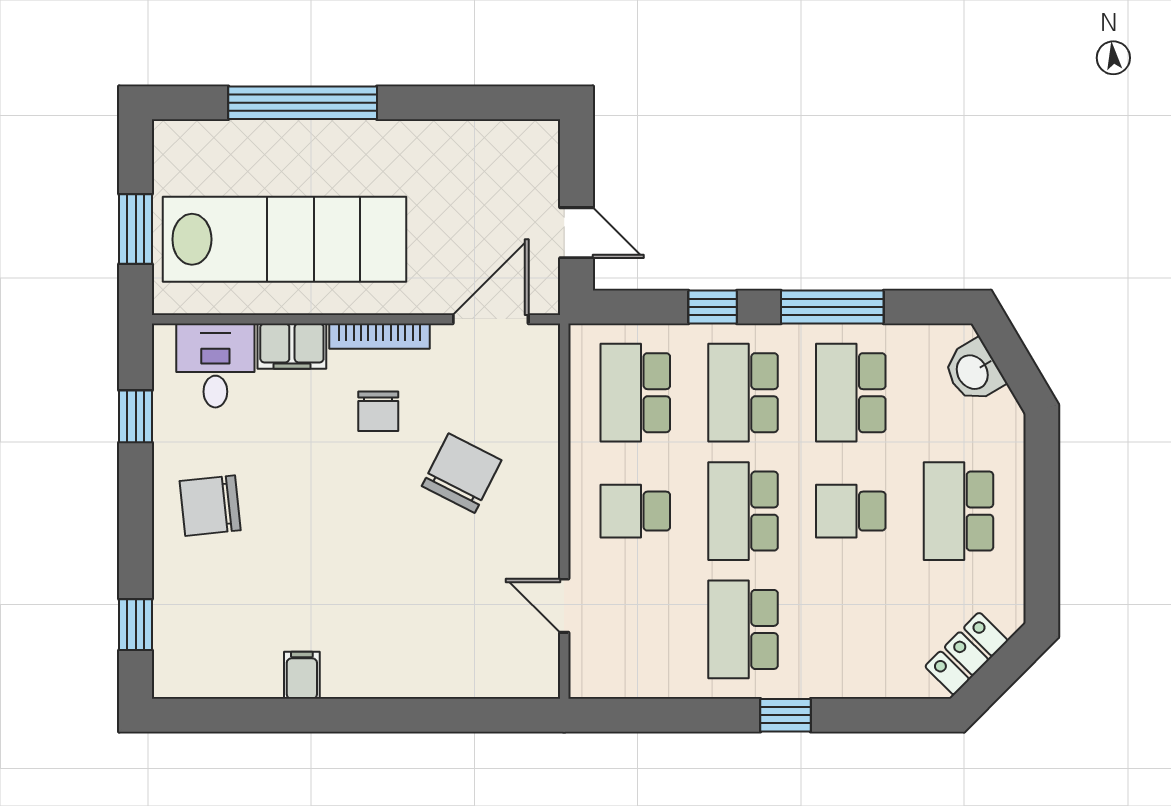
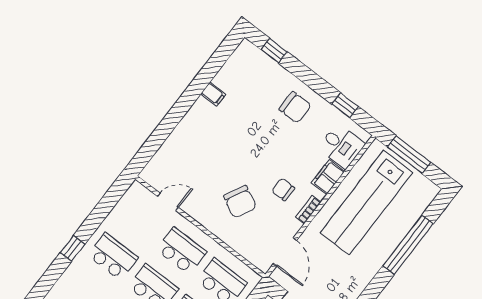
window: (136, 229) -> (409, 155), width x1.44
bookcase: (380, 336) -> (308, 210), width x0.64
chair: (210, 506) -> (295, 107), turned 96
school desk: (635, 511) -> (182, 251), width x1.85

